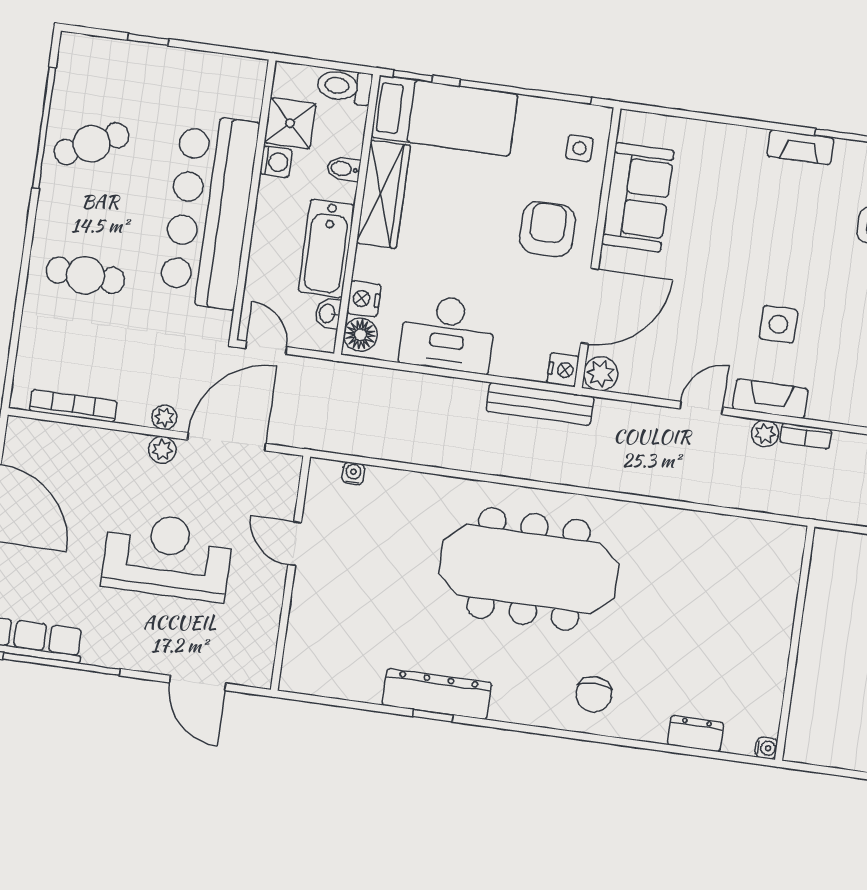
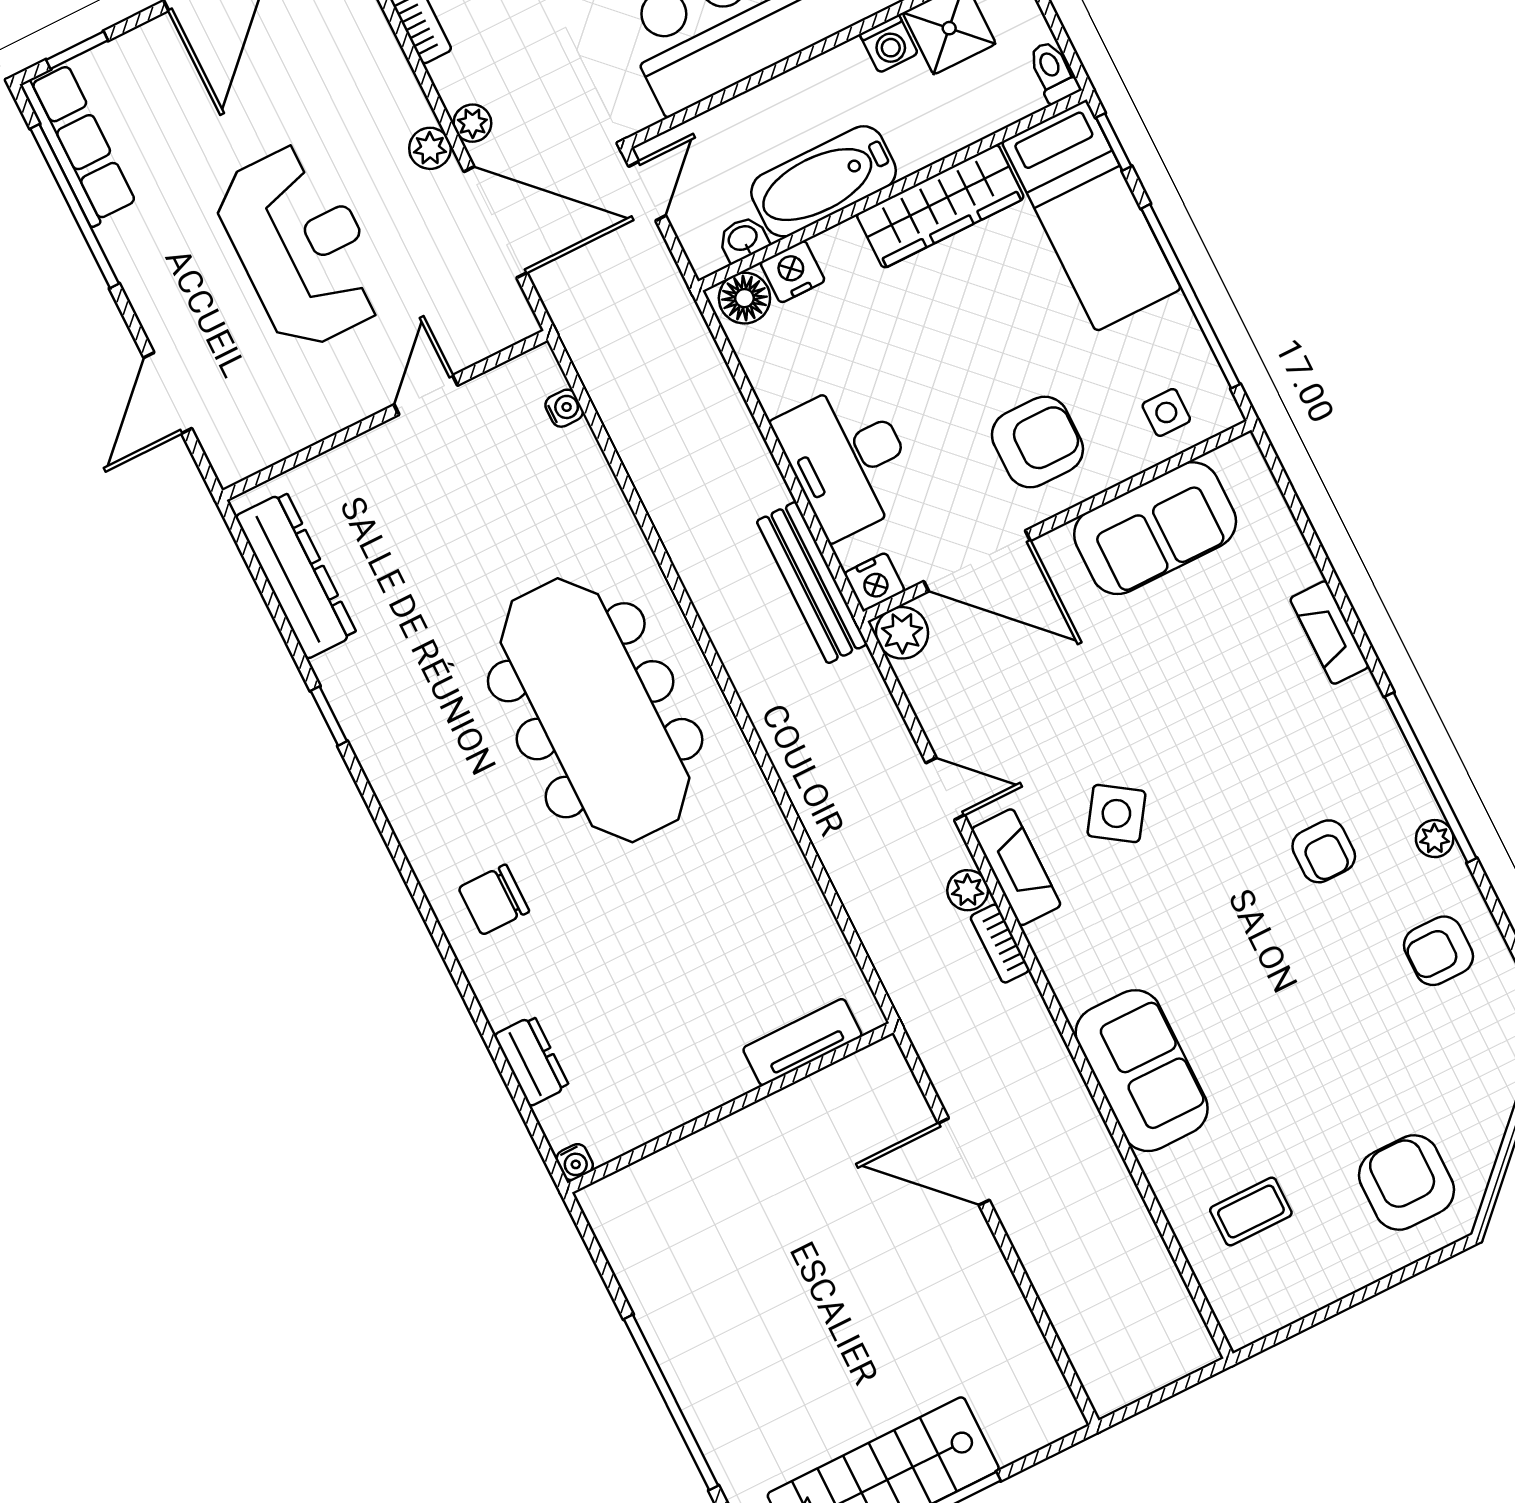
toilet: (344, 86) -> (1053, 72), width x0.73, depth x0.72
fireplace: (800, 147) -> (1329, 633), moved
bidet: (344, 169) -> (938, 135), removed
side table: (778, 324) -> (1116, 813), turned 34
desk: (448, 333) -> (847, 459), moved
tv unit: (786, 580) -> (802, 1042), added
dresser: (437, 694) -> (296, 575), moved

